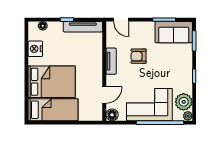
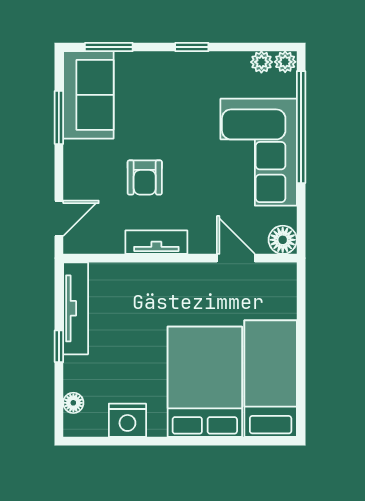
plant: (184, 102) -> (261, 62), width x0.53, depth x0.53

